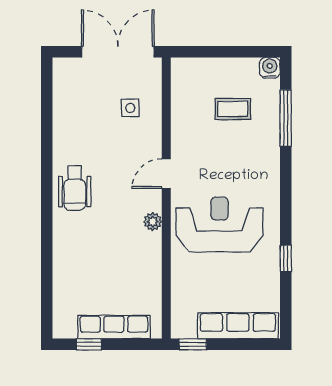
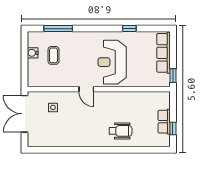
water cooler: (270, 68) -> (33, 53), moved
wheelchair: (75, 188) -> (120, 131), moved
plant: (153, 222) -> (111, 96), removed
row of seats: (114, 327) -> (164, 122), width x0.68

